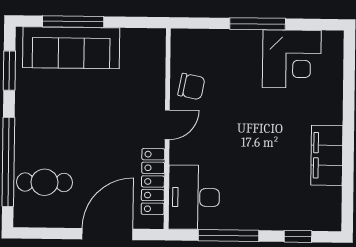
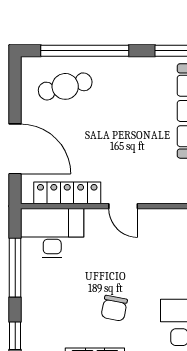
chair: (191, 86) -> (114, 308), moved
cafe table: (44, 182) -> (65, 86), turned 76

